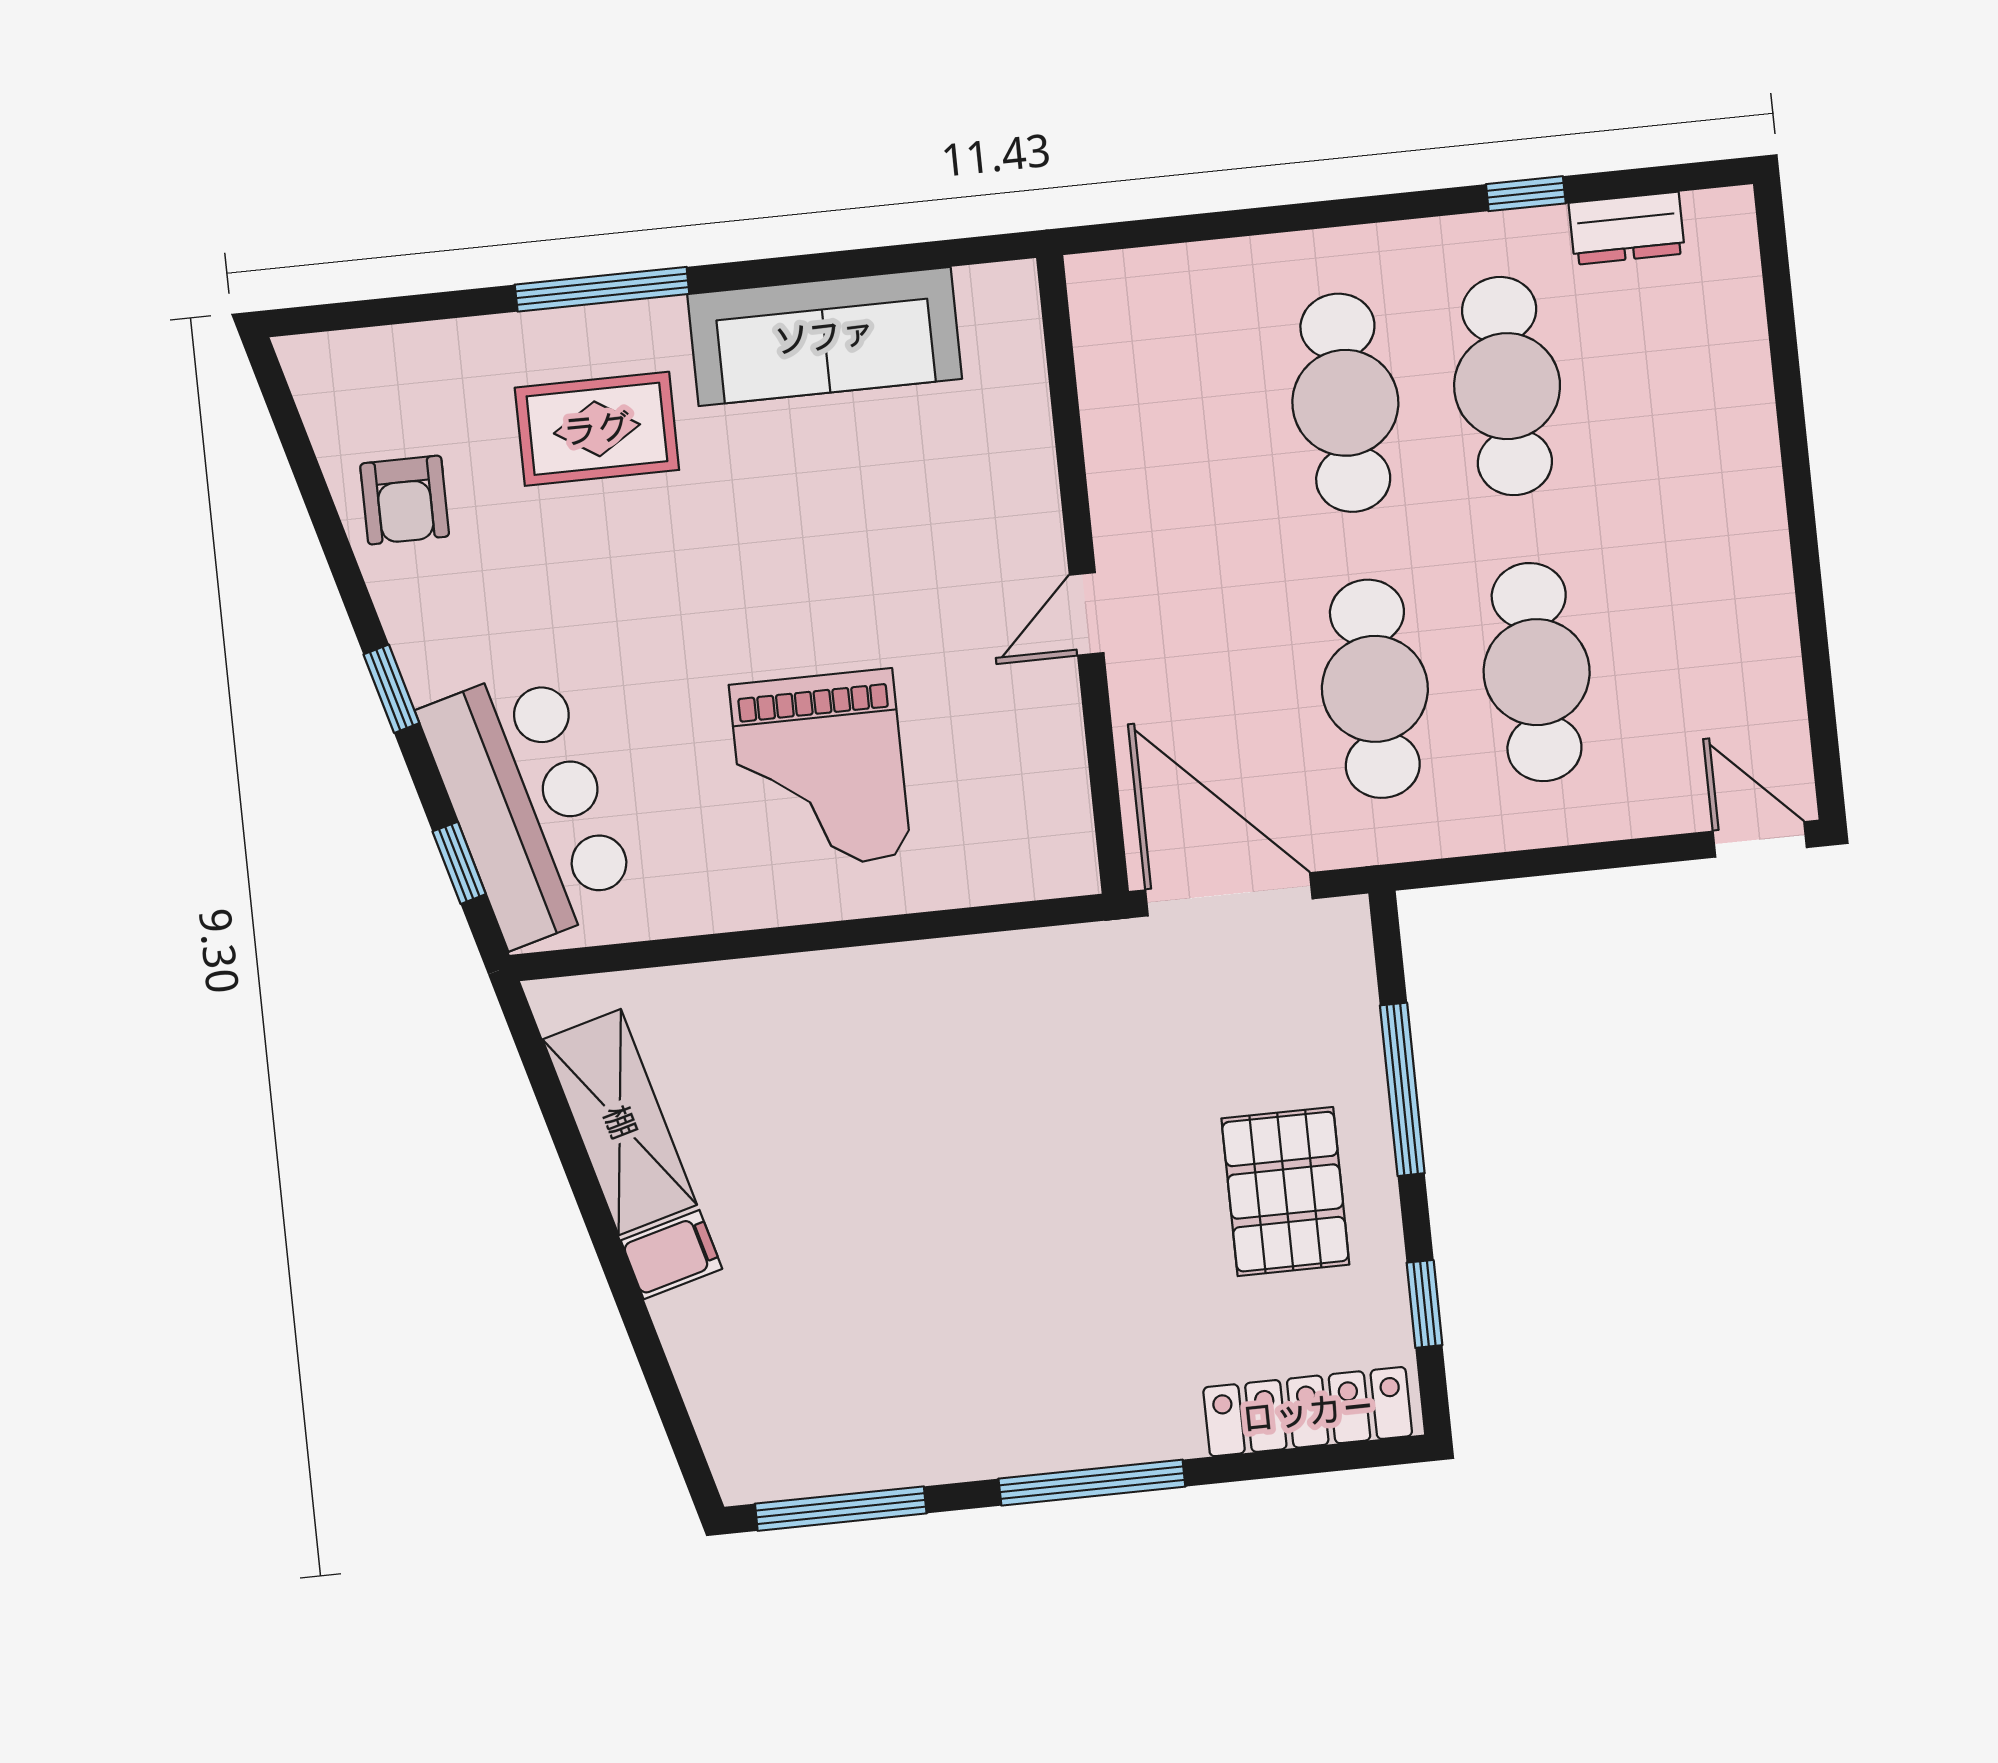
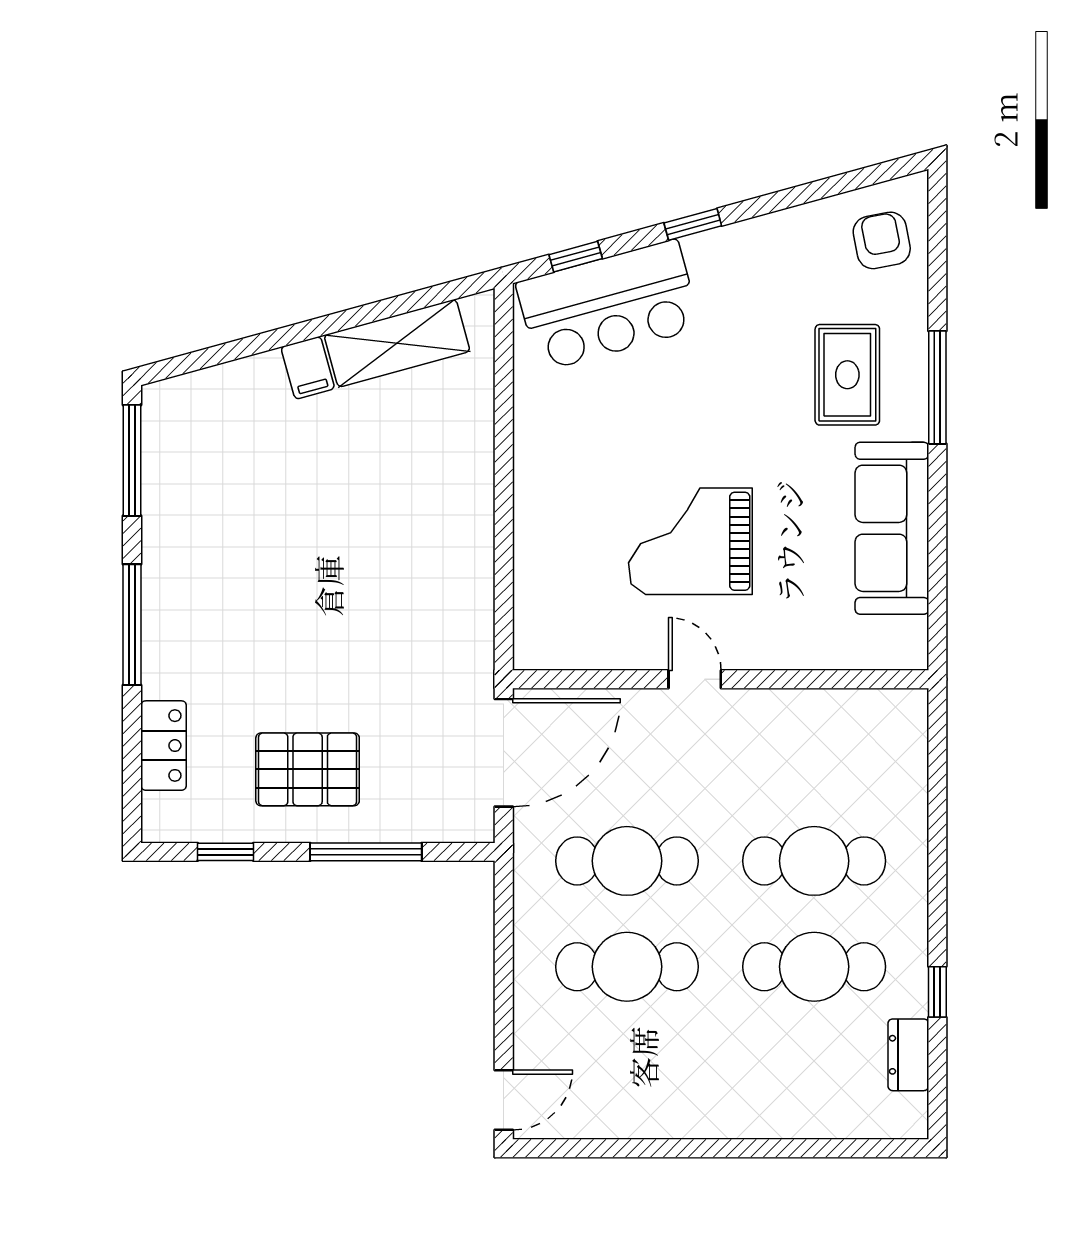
armchair: (405, 500) -> (882, 240), moved, turned 79
grand piano: (820, 771) -> (690, 541), moved
locker: (1308, 1412) -> (164, 746), width x0.66

